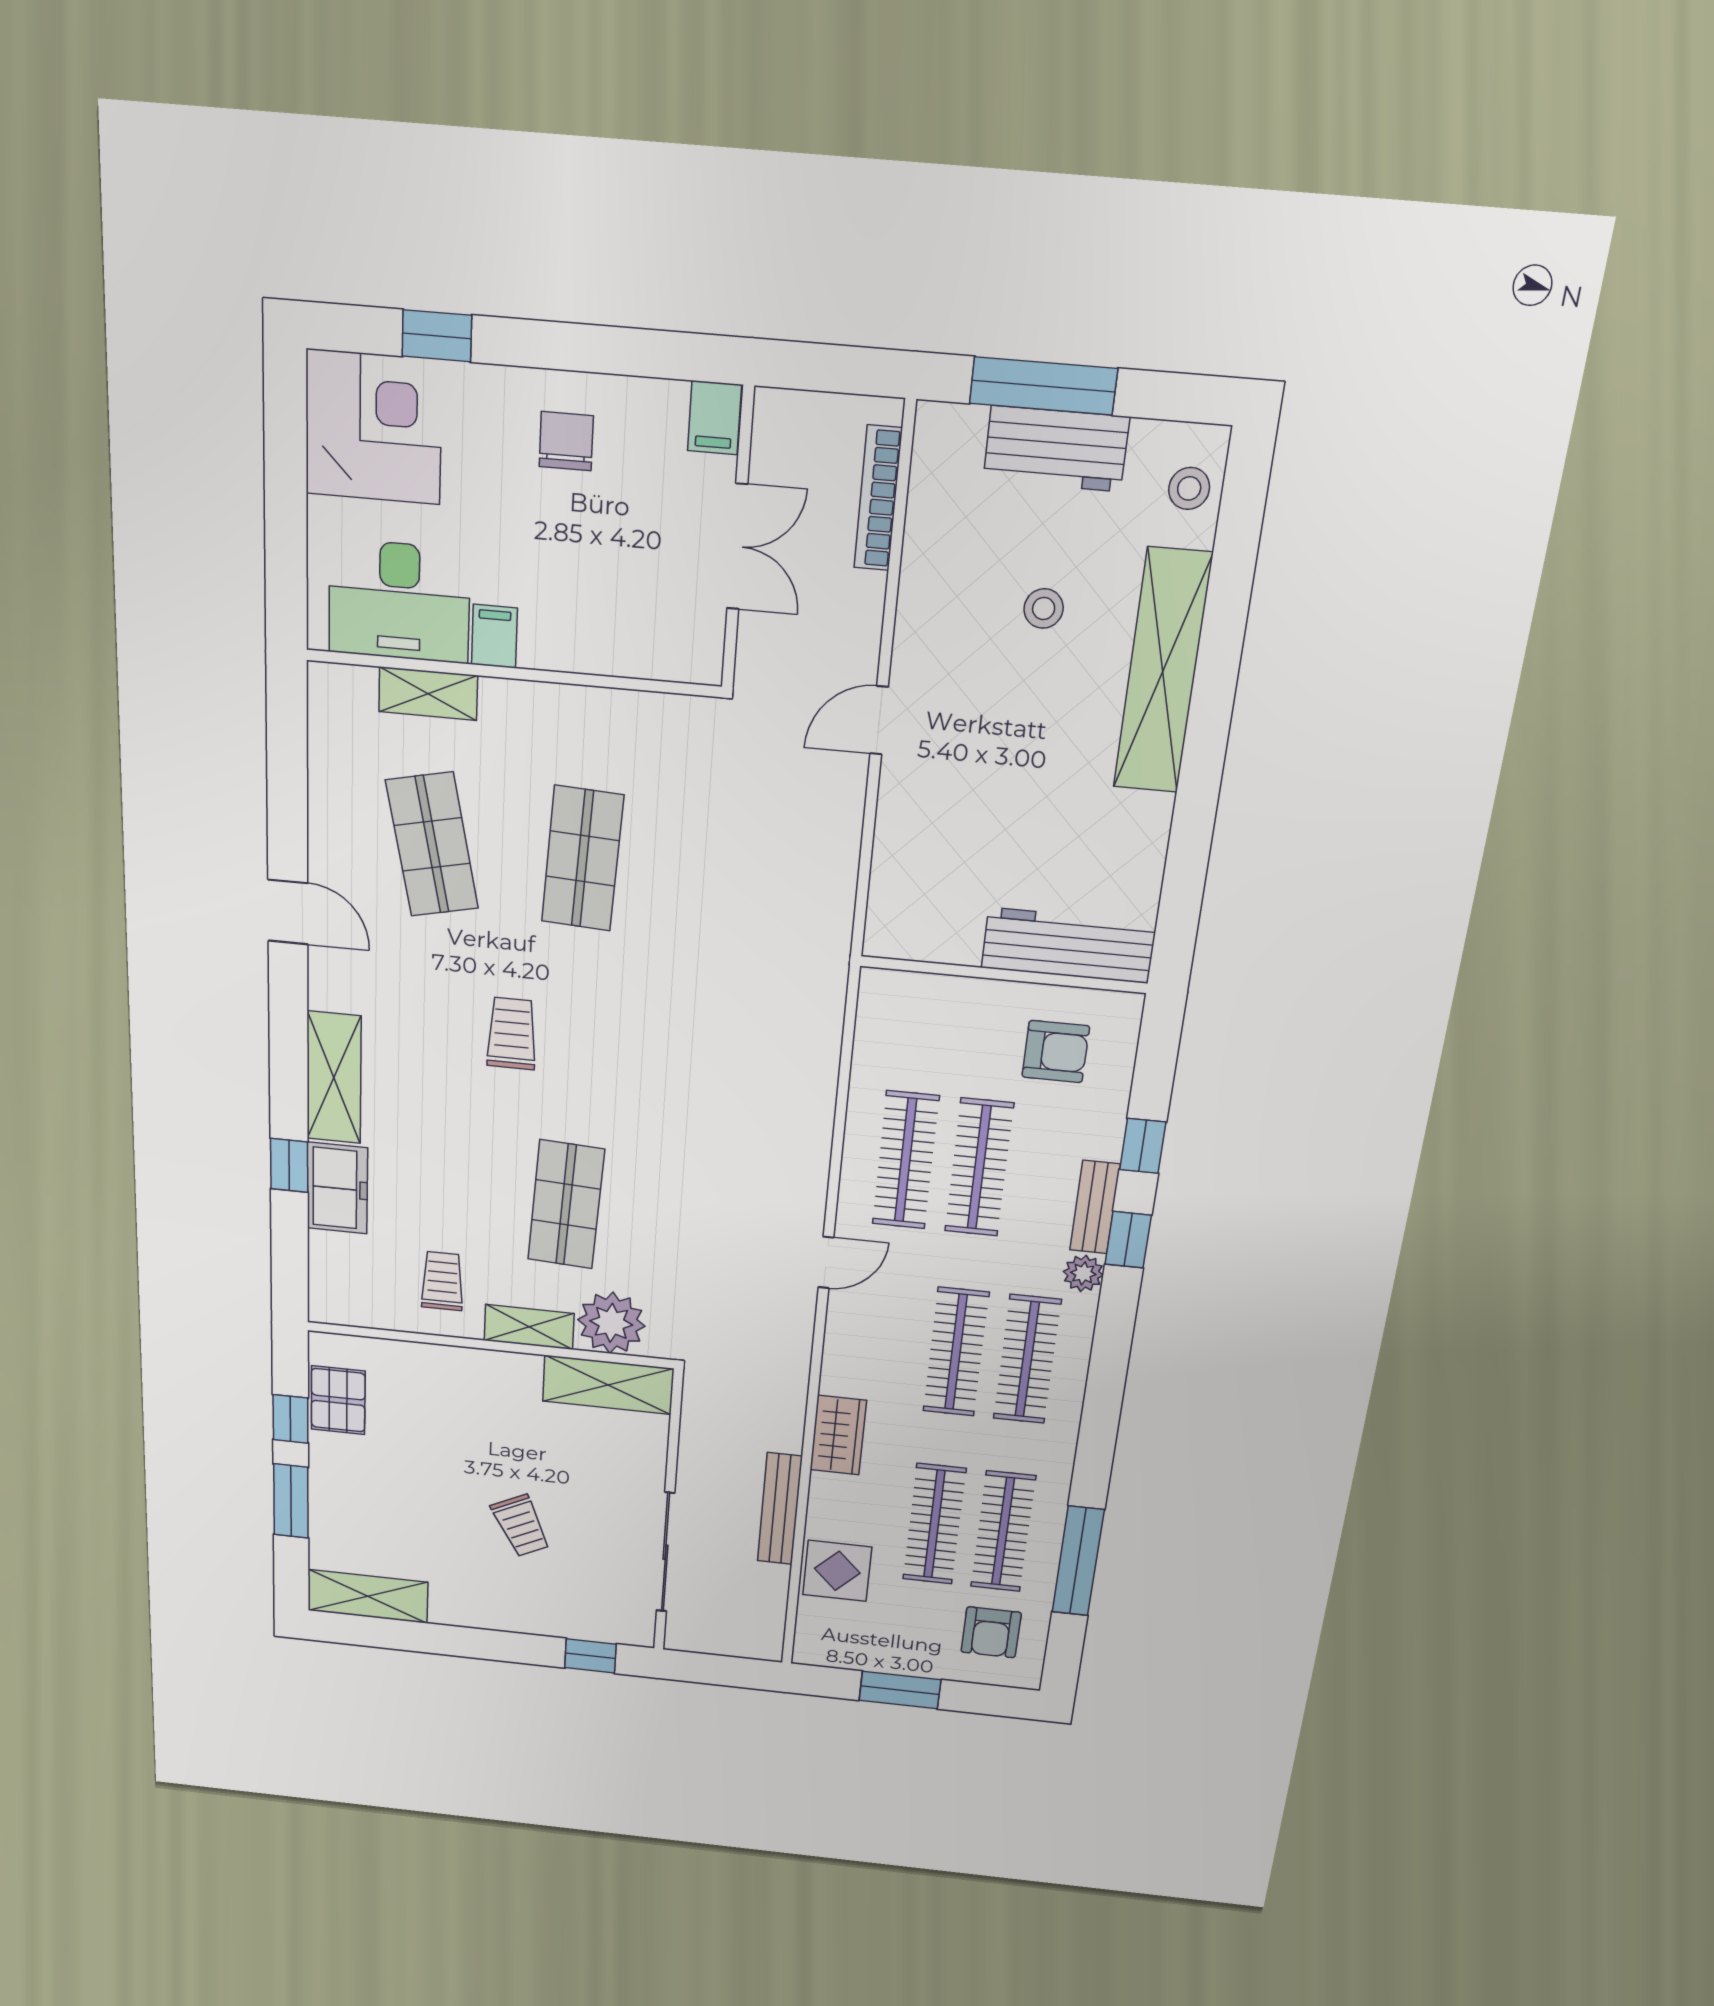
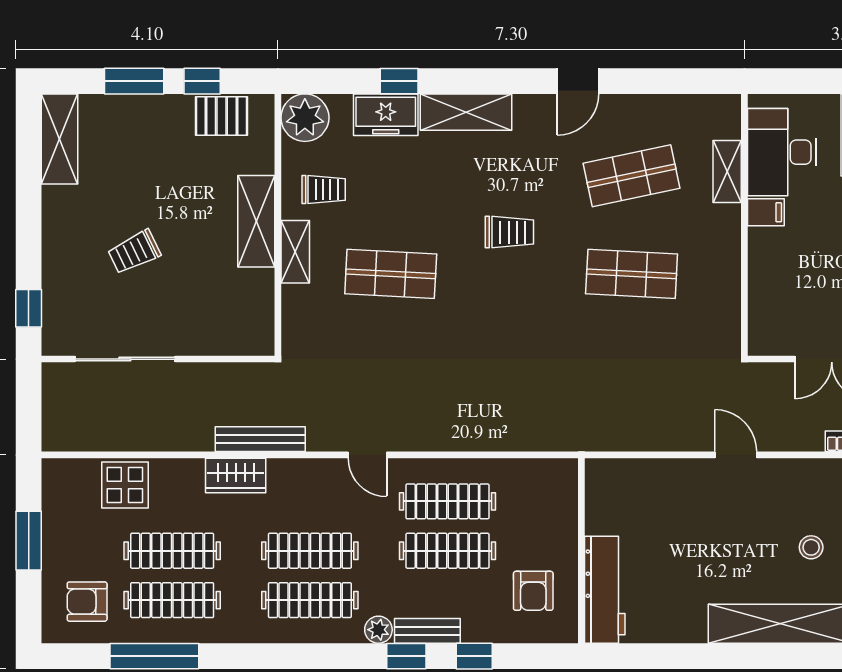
plant: (611, 1323) -> (305, 118), moved
shelving: (608, 1385) -> (256, 221), moved
bench: (780, 1509) -> (260, 439), moved

